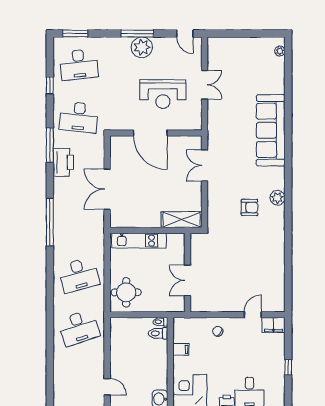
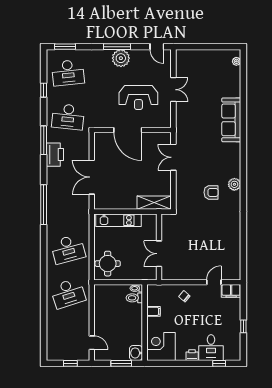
sofa: (271, 130) -> (231, 120), width x0.74, depth x0.79

